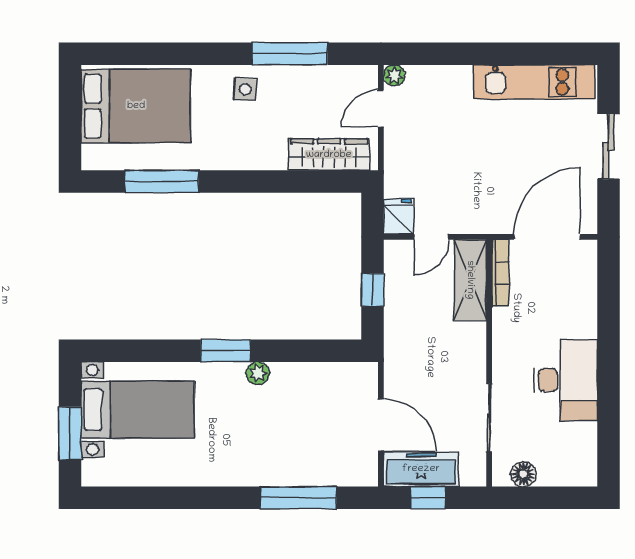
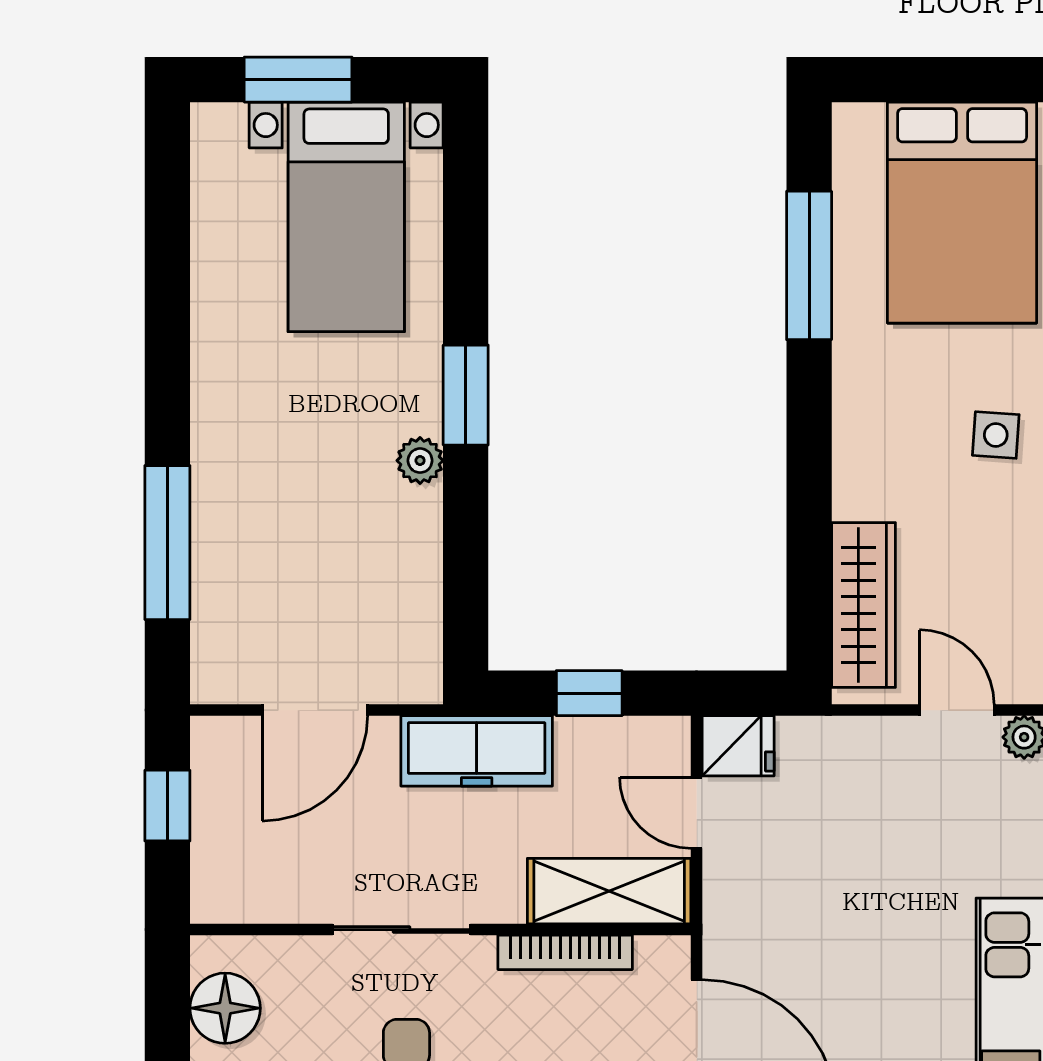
bookcase: (500, 273) -> (565, 952), moved
sliding door: (489, 418) -> (401, 930), moved
freezer: (421, 469) -> (477, 751), moved, turned 90
floor lamp: (523, 474) -> (225, 1008), width x1.38, depth x1.38

